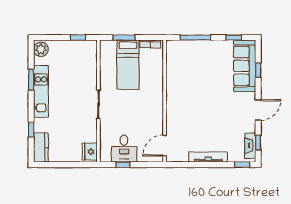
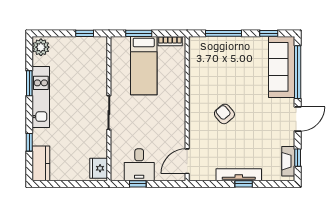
window: (258, 70) -> (298, 72), width x3.17
armchair: (196, 106) -> (224, 114), added
window: (242, 165) -> (244, 184), moved

